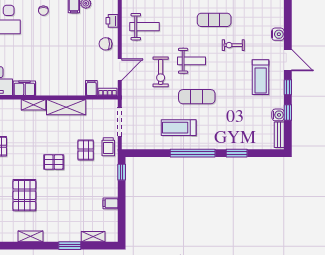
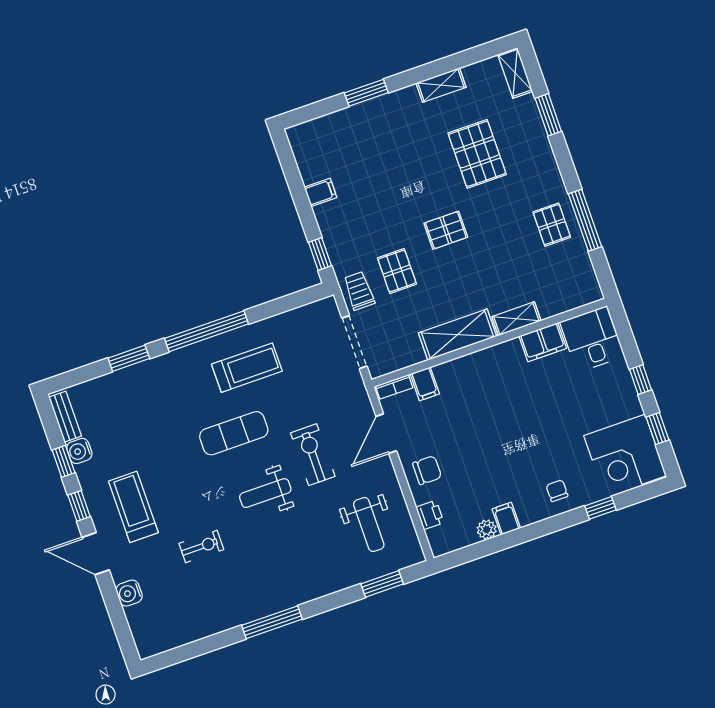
exercise mat: (214, 20) -> (250, 579), removed
weight bench: (145, 27) -> (369, 524), turned -90
shelving: (93, 237) -> (331, 123), removed

